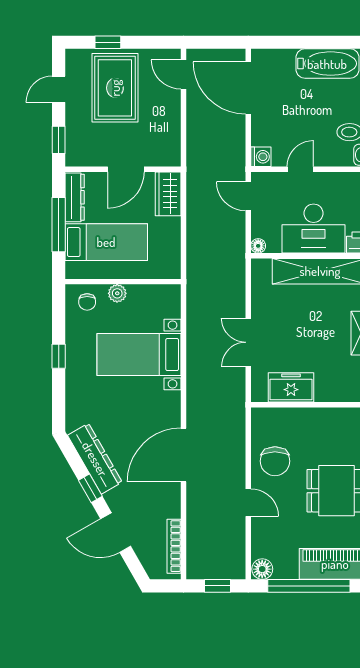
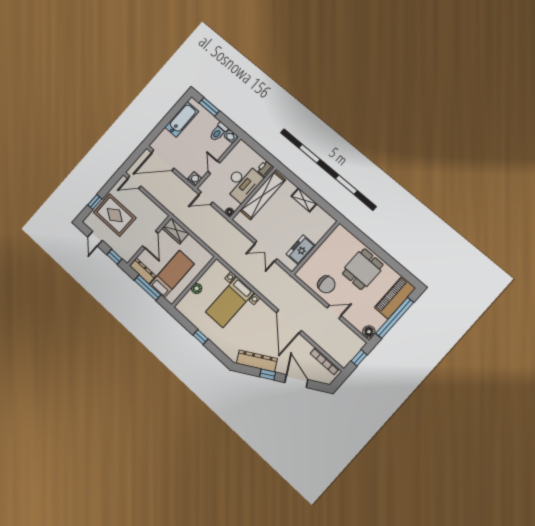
chair: (87, 302) -> (189, 304), removed
door: (116, 533) -> (296, 381), swing flipped

